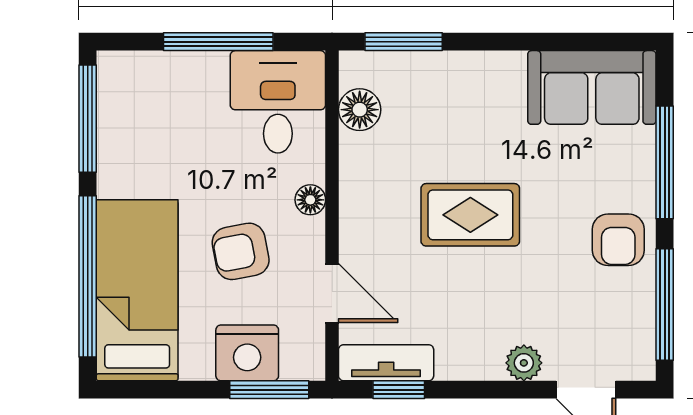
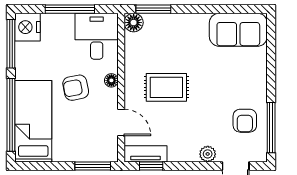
floor lamp: (360, 110) -> (134, 23), moved
window: (665, 162) -> (271, 64), removed
rug: (470, 215) -> (166, 87), moved
armchair: (618, 240) -> (245, 121), moved
armchair: (241, 251) -> (76, 88), moved
nightstand: (247, 353) -> (27, 27), moved, turned 90

